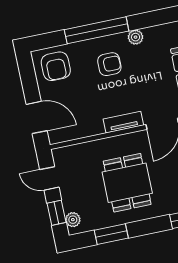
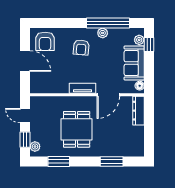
window: (97, 30) -> (108, 23), moved
armchair: (109, 64) -> (81, 47), turned 95
door: (37, 117) -> (25, 61), moved

